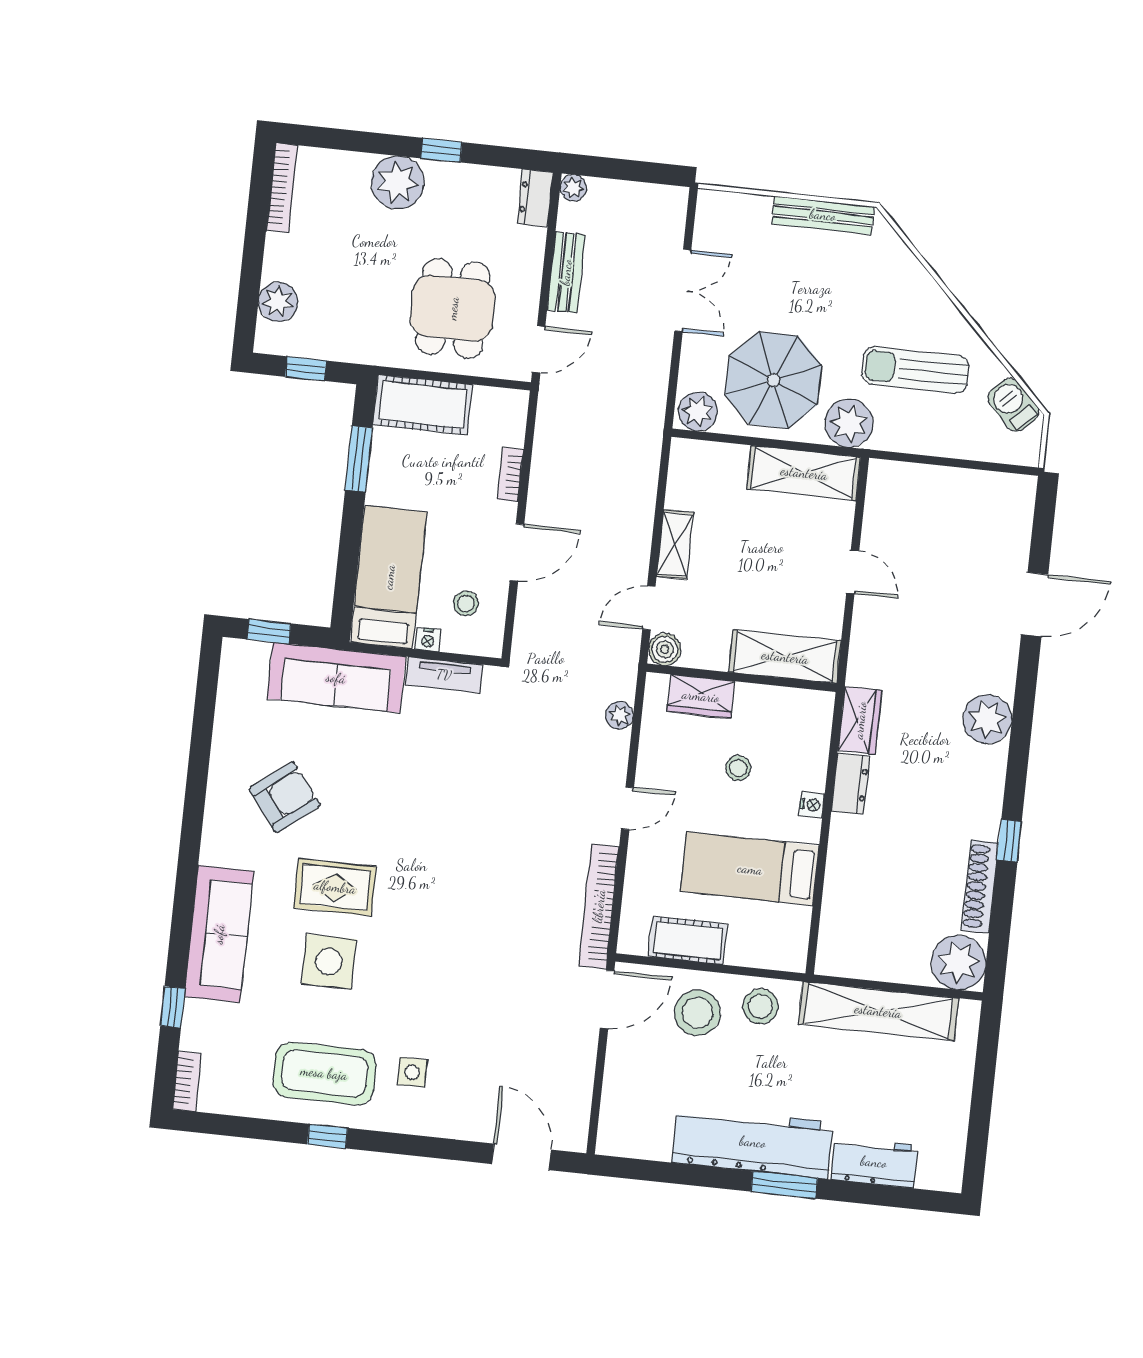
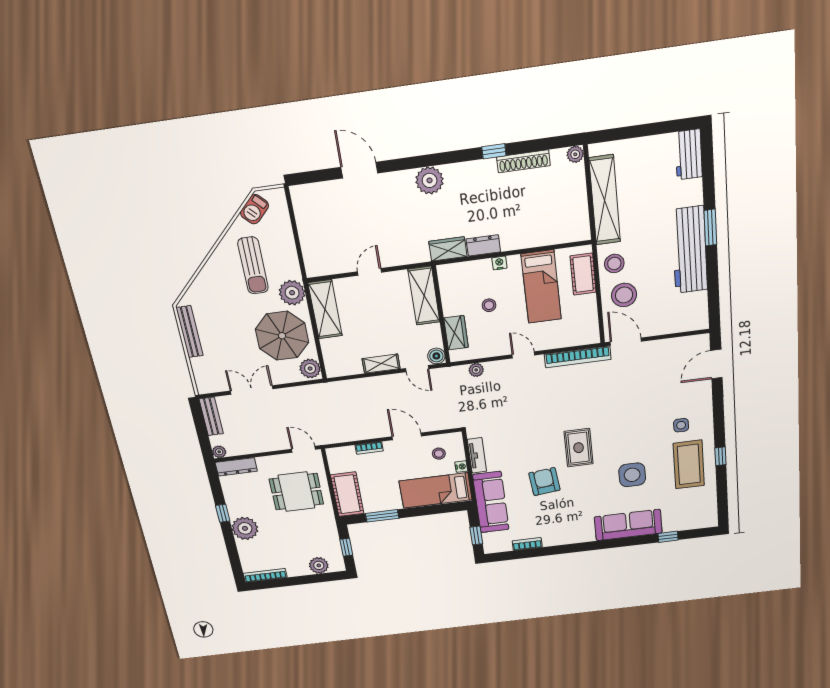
dresser: (535, 198) -> (236, 467), width x1.44
bench: (566, 272) -> (211, 416), moved, turned 90
armchair: (285, 797) -> (544, 482), moved, turned 32
rug: (335, 887) -> (579, 448), moved
cot: (688, 940) -> (583, 274), moved
plant: (959, 962) -> (575, 154), width x0.53, depth x0.53
bookcase: (187, 1081) -> (527, 544), moved
workbench: (874, 1162) -> (689, 154), moved

